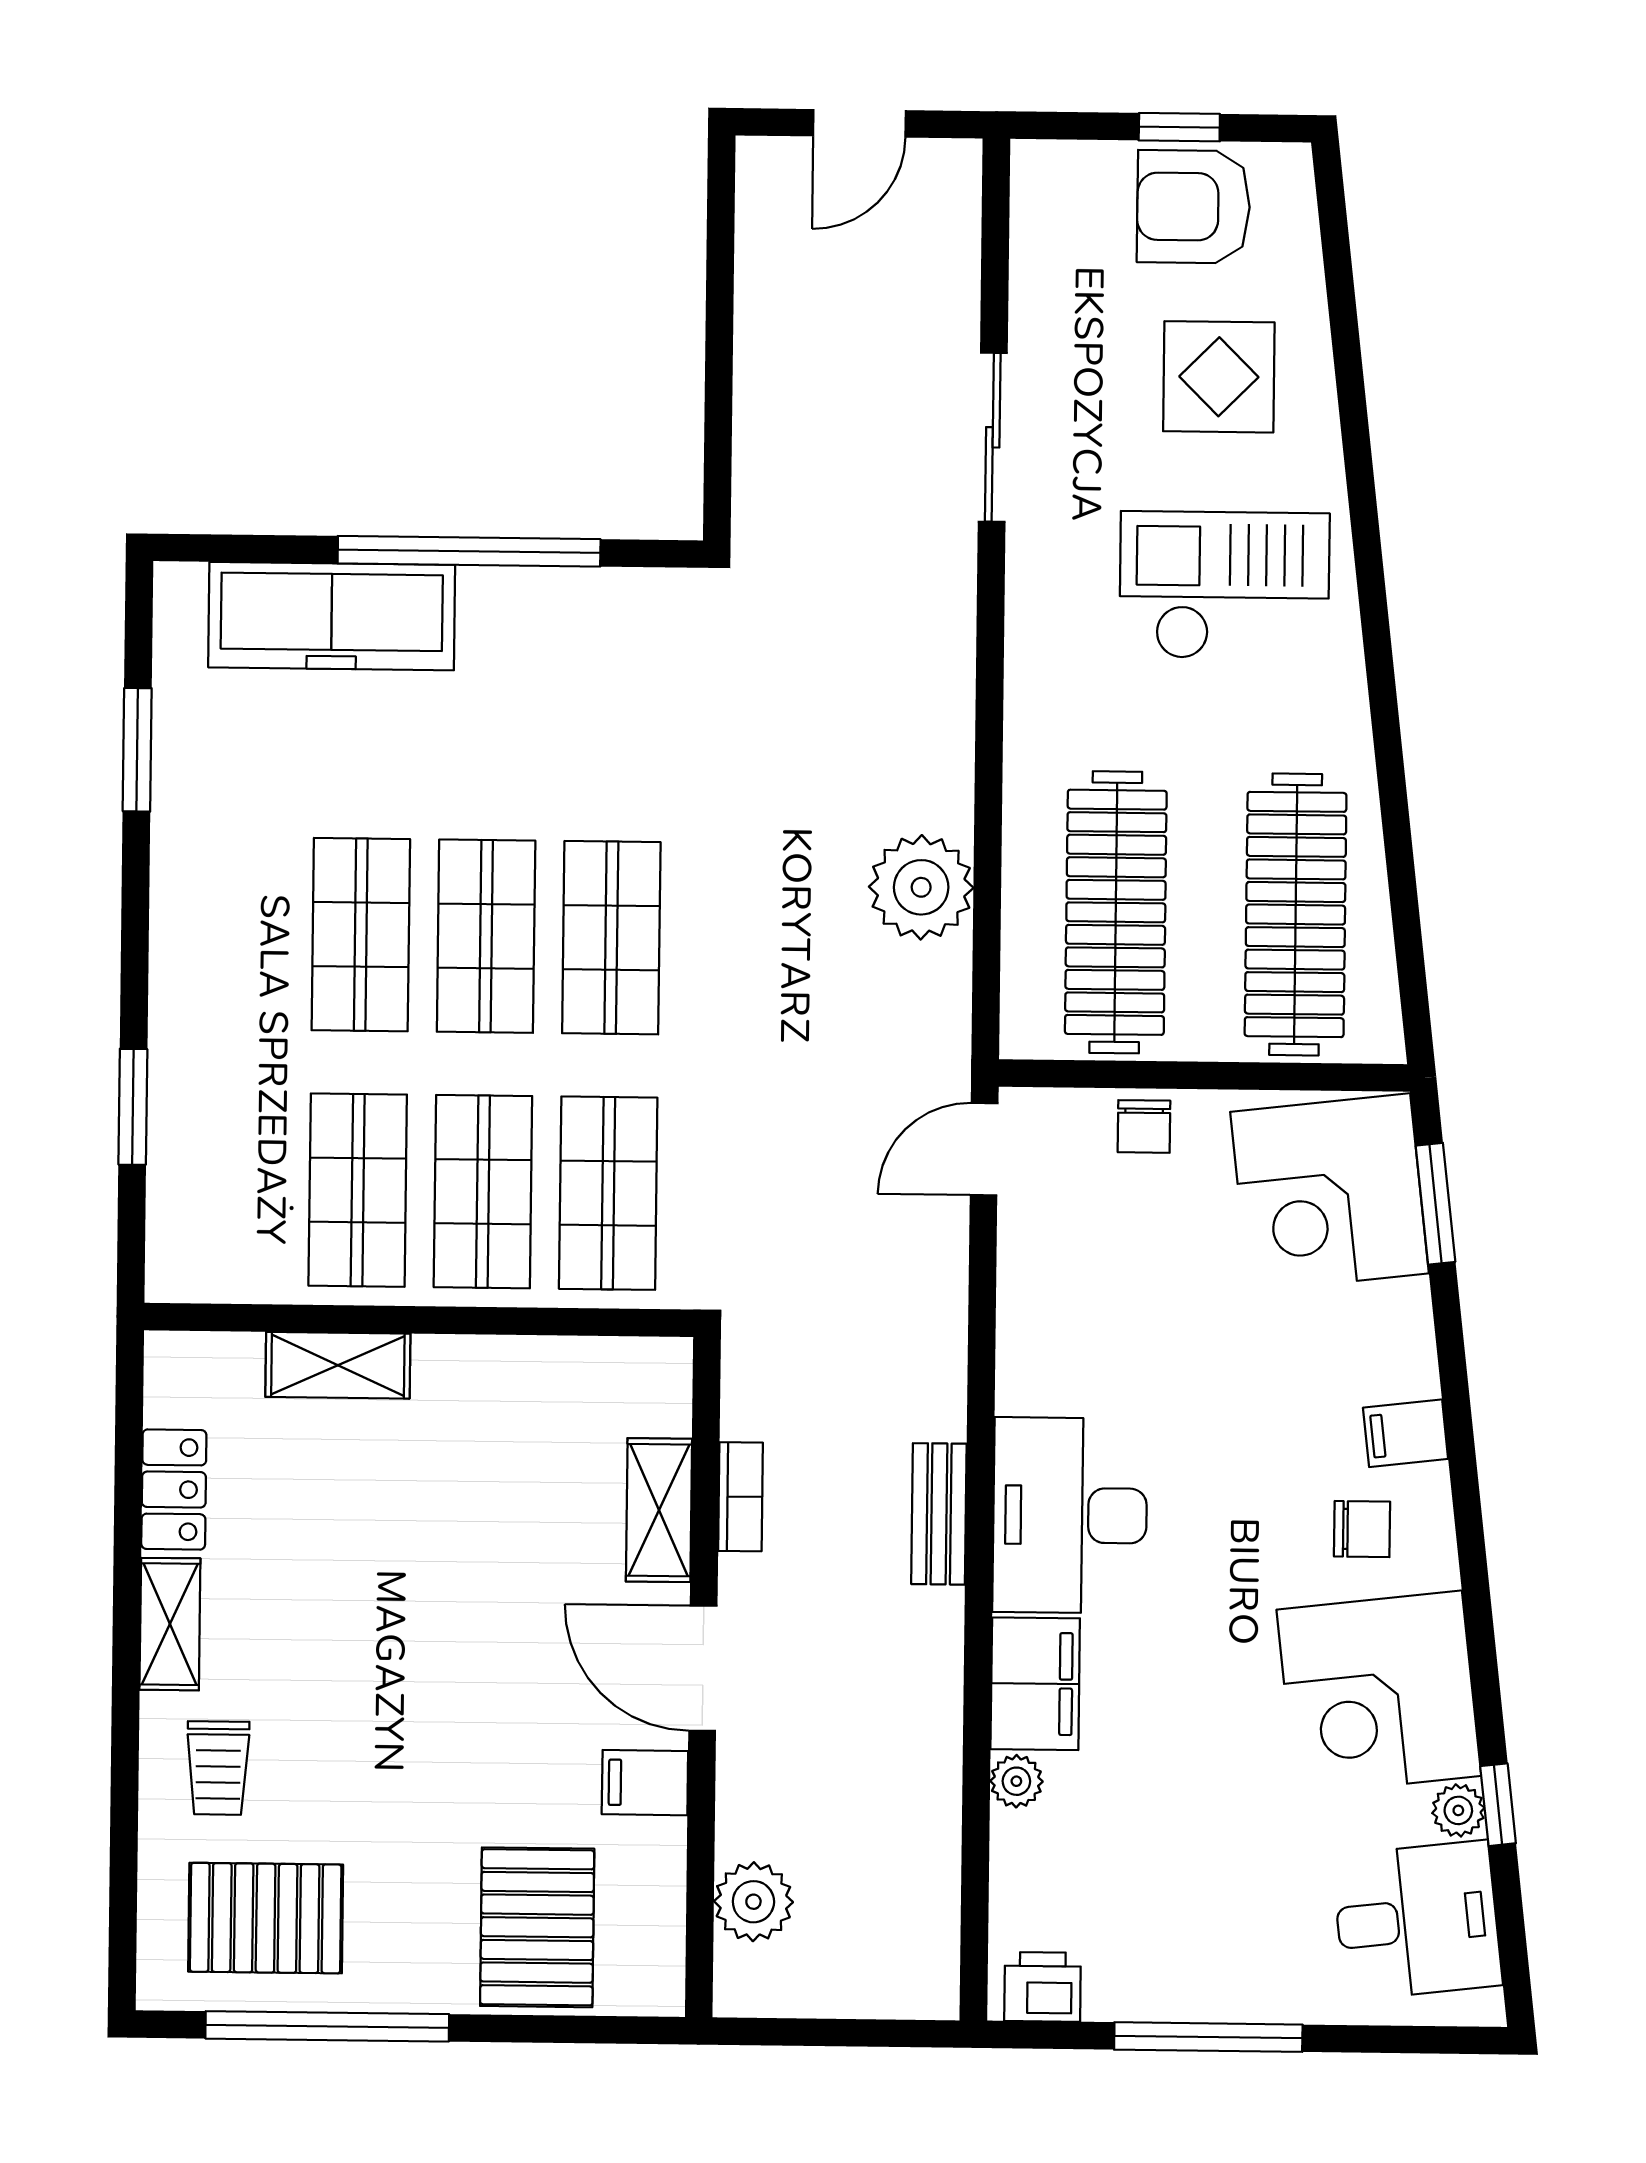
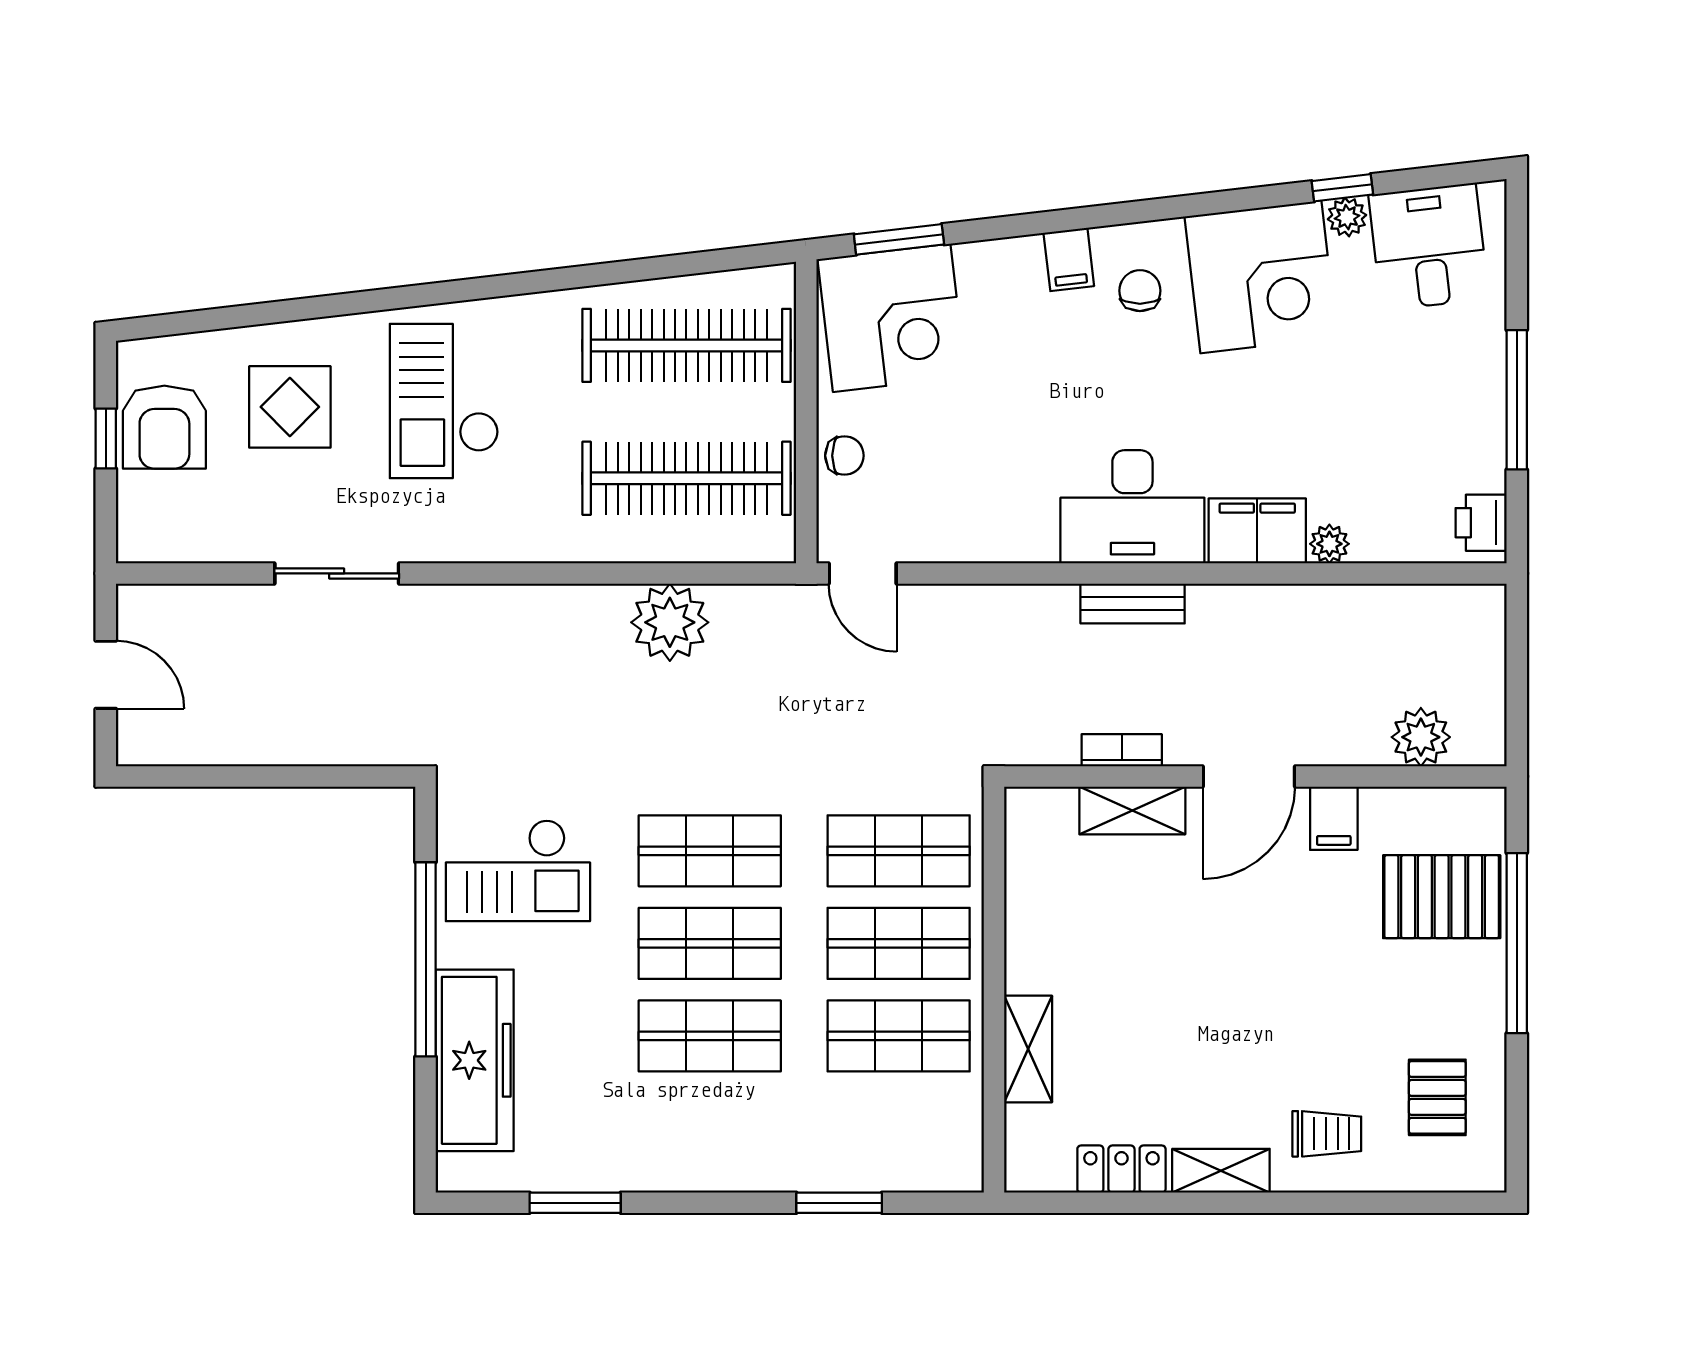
checkout: (588, 678) -> (518, 871), added
pallet: (266, 1918) -> (1437, 1097), width x0.67, depth x0.71
window: (327, 2026) -> (1517, 943), moved

